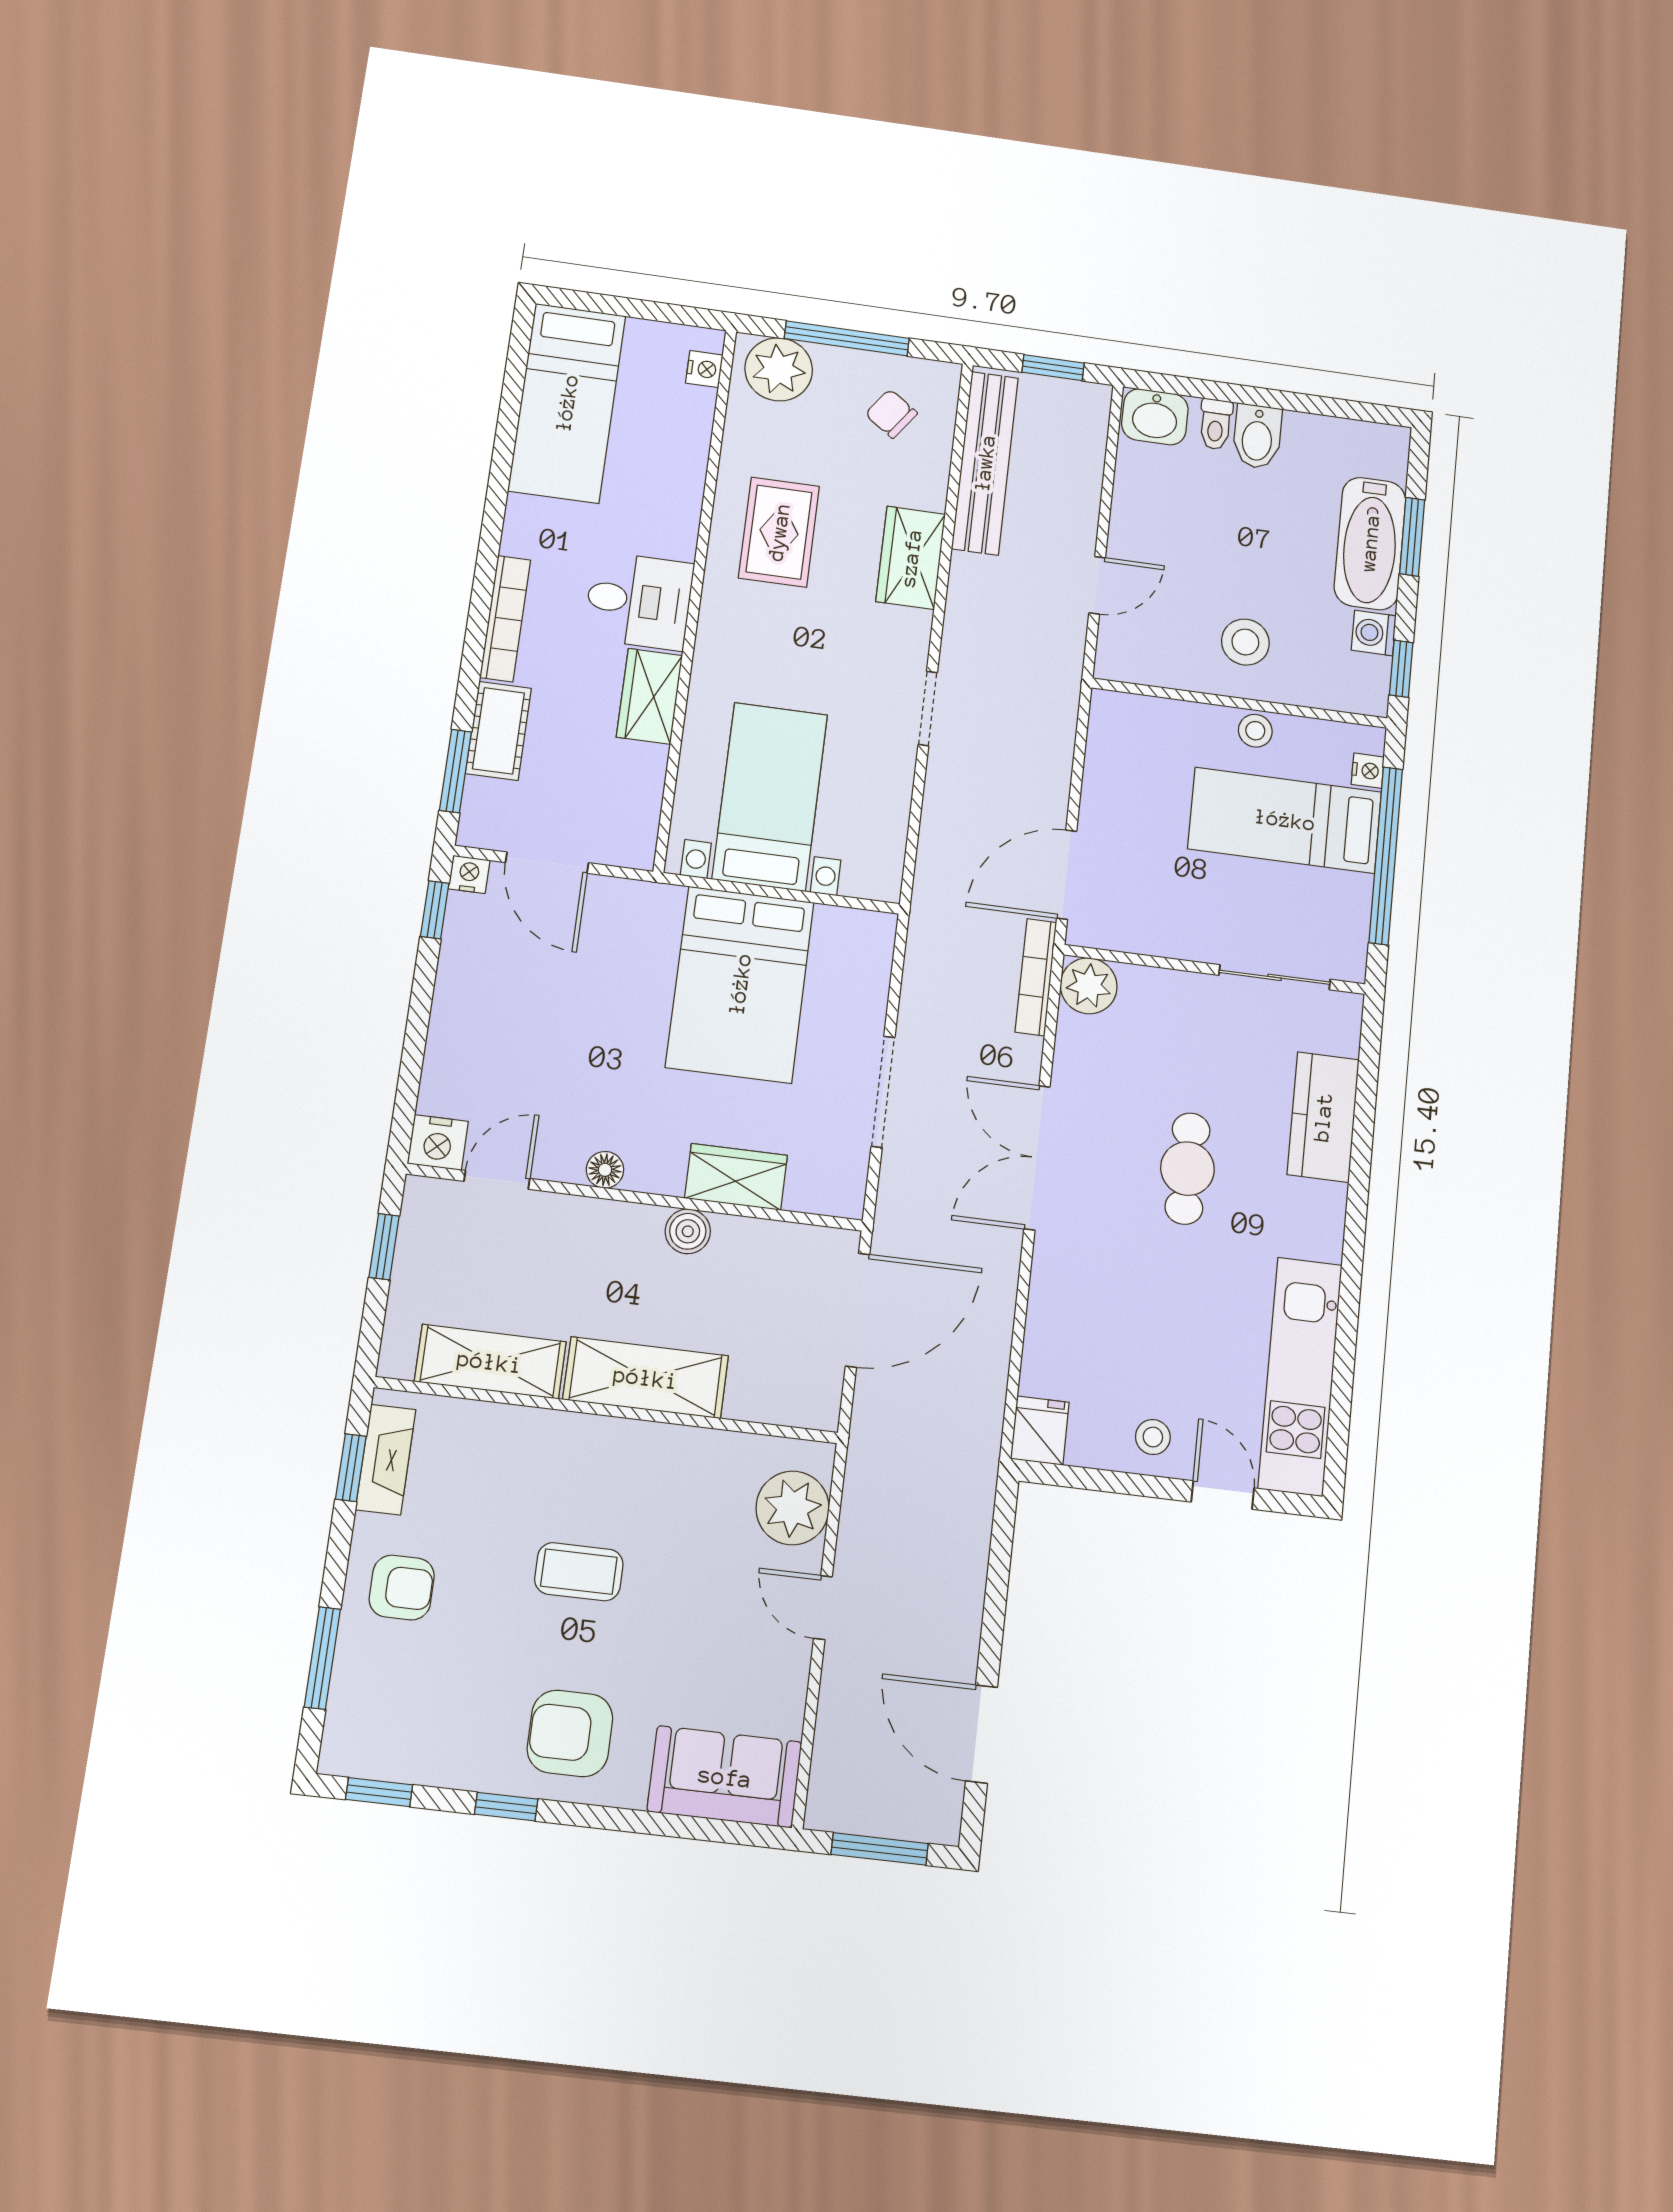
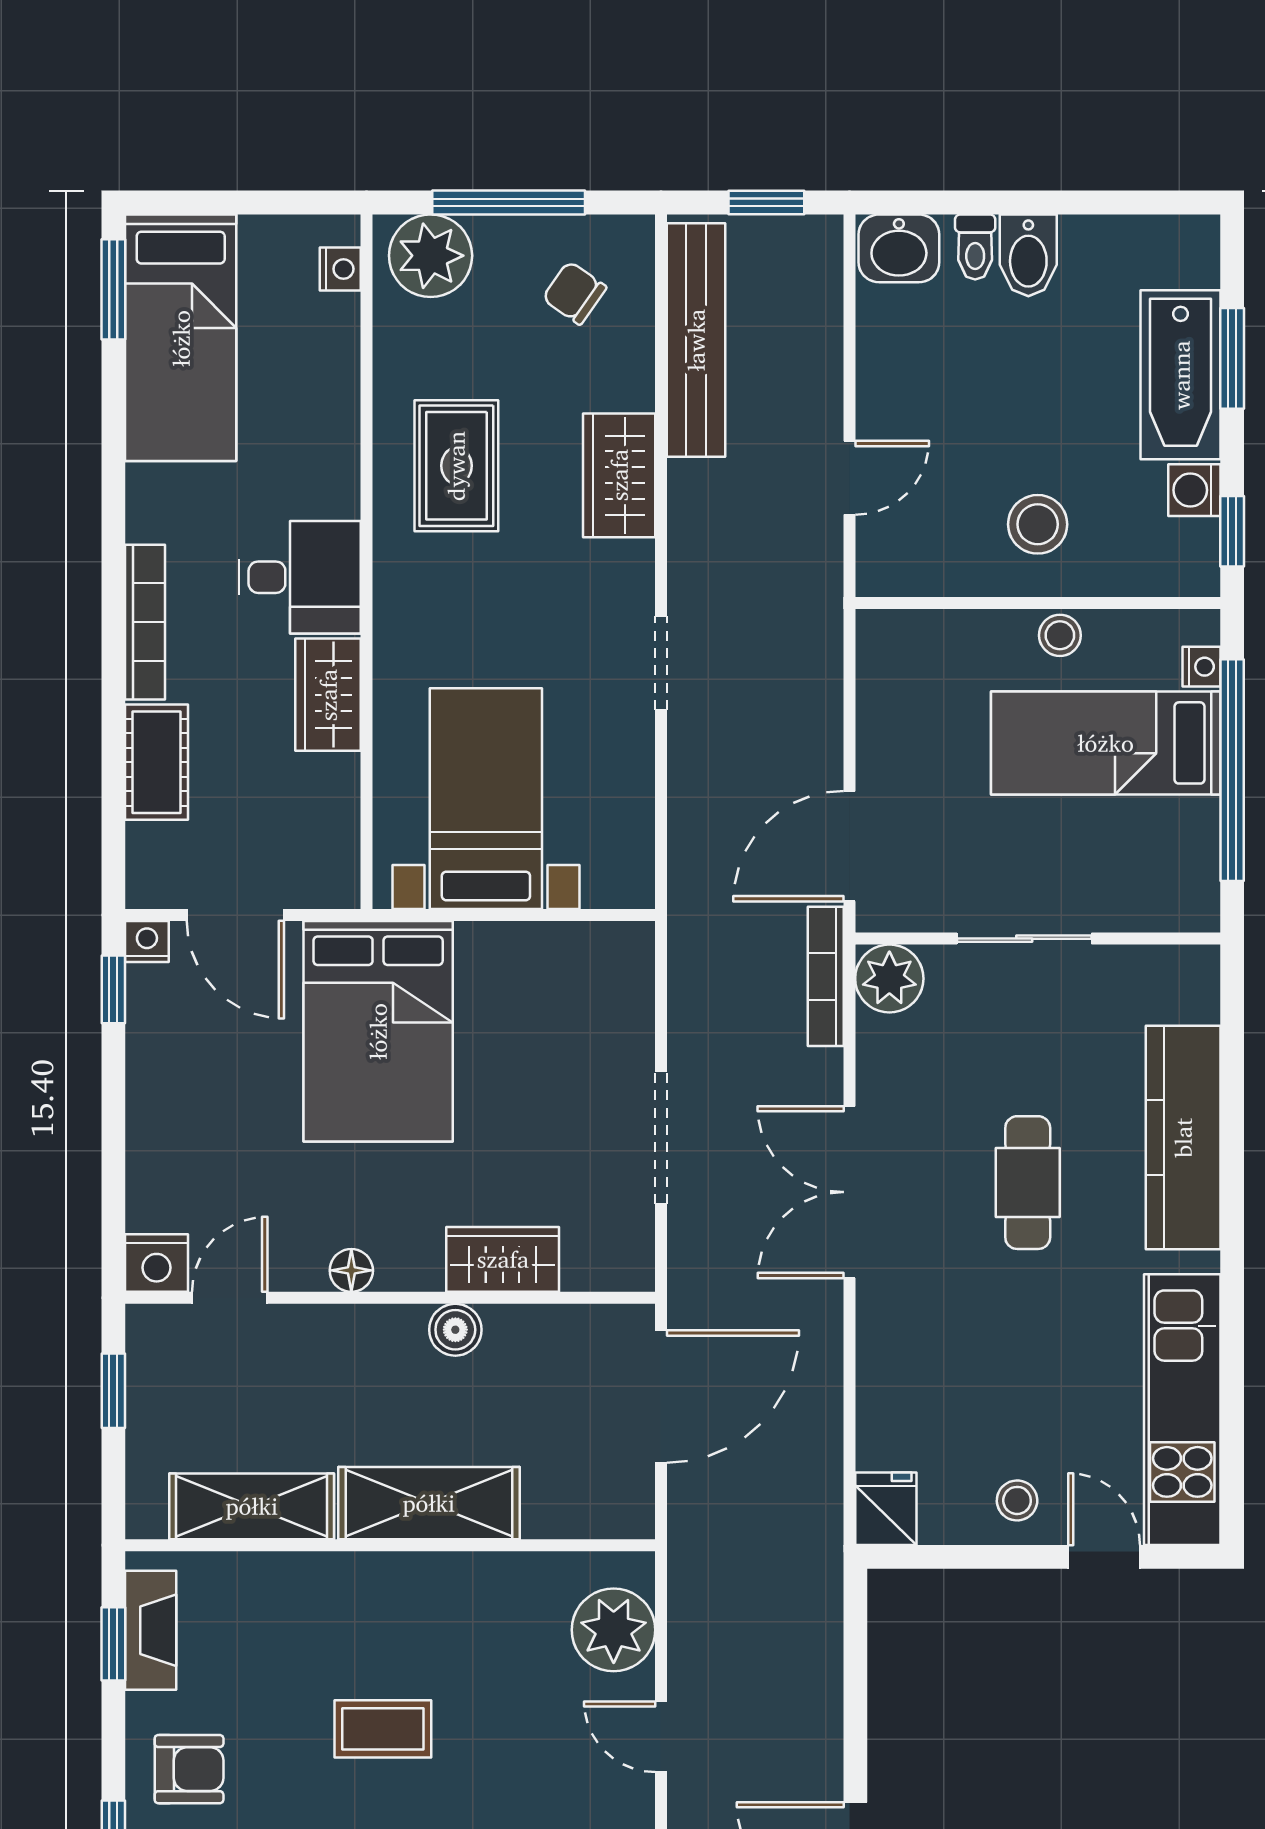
window: (455, 771) -> (113, 289), moved
sliding door: (1275, 977) -> (1024, 939), moved
bed: (740, 984) -> (378, 1031), moved
kitchen counter: (1323, 1117) -> (1183, 1138), width x1.50

